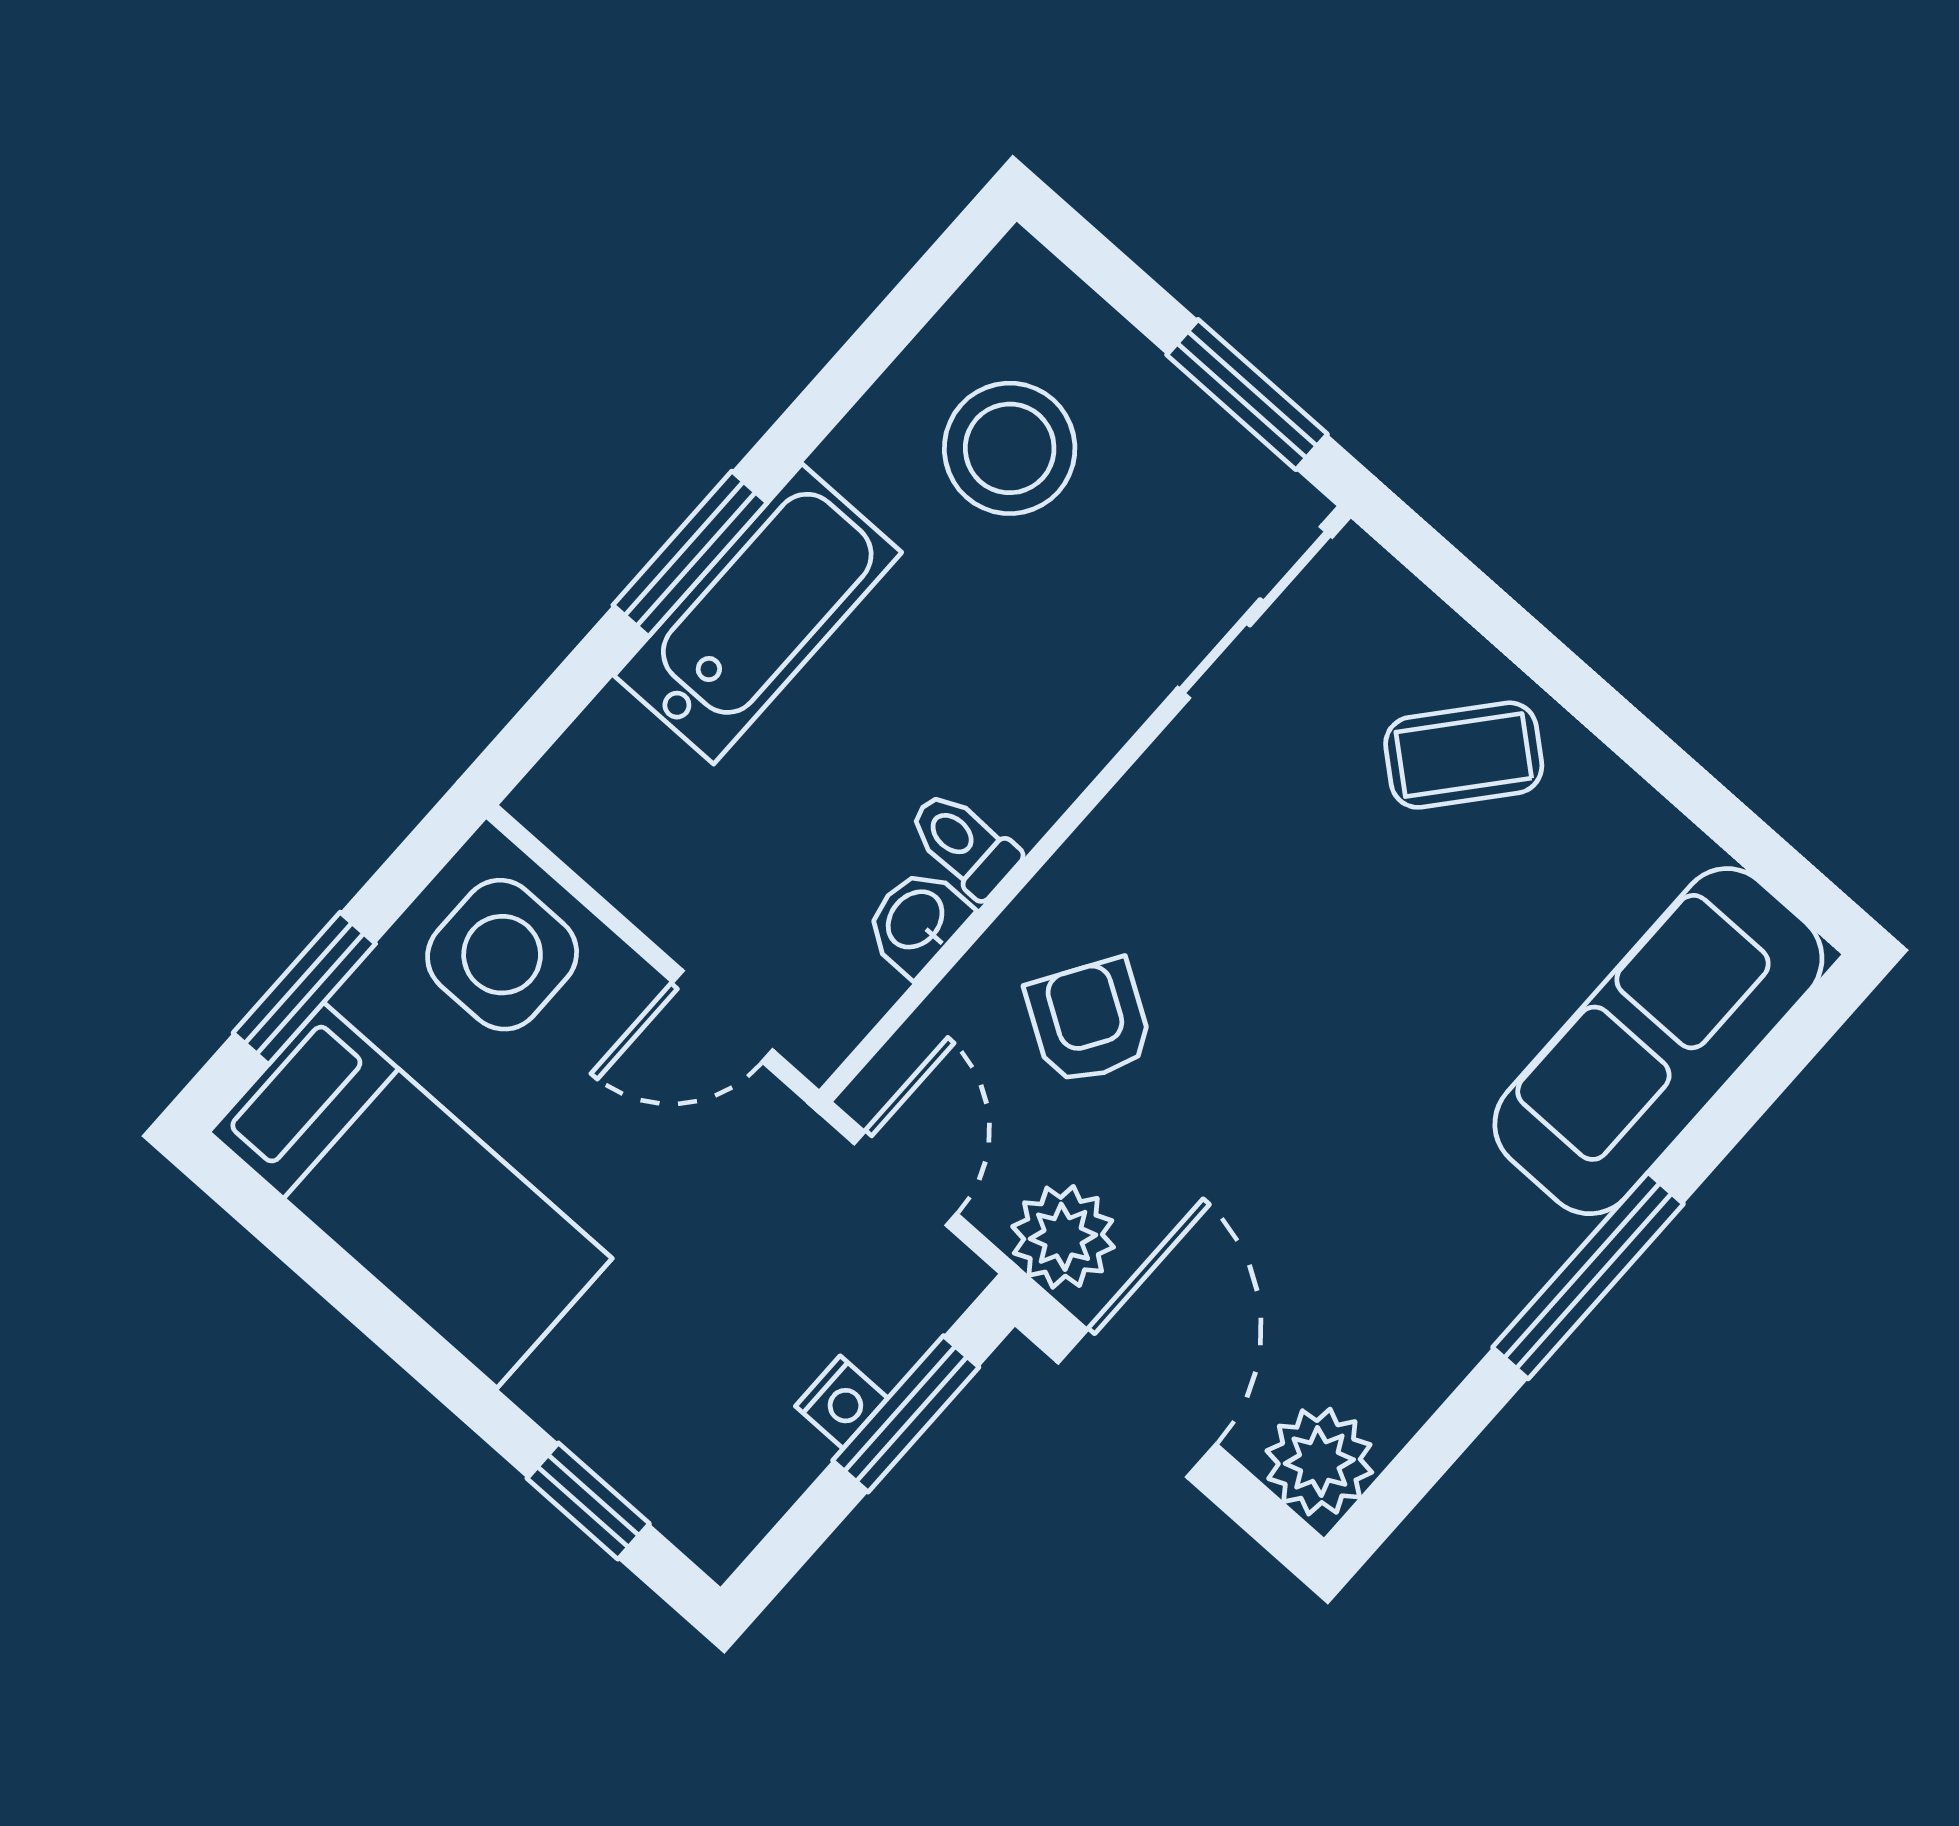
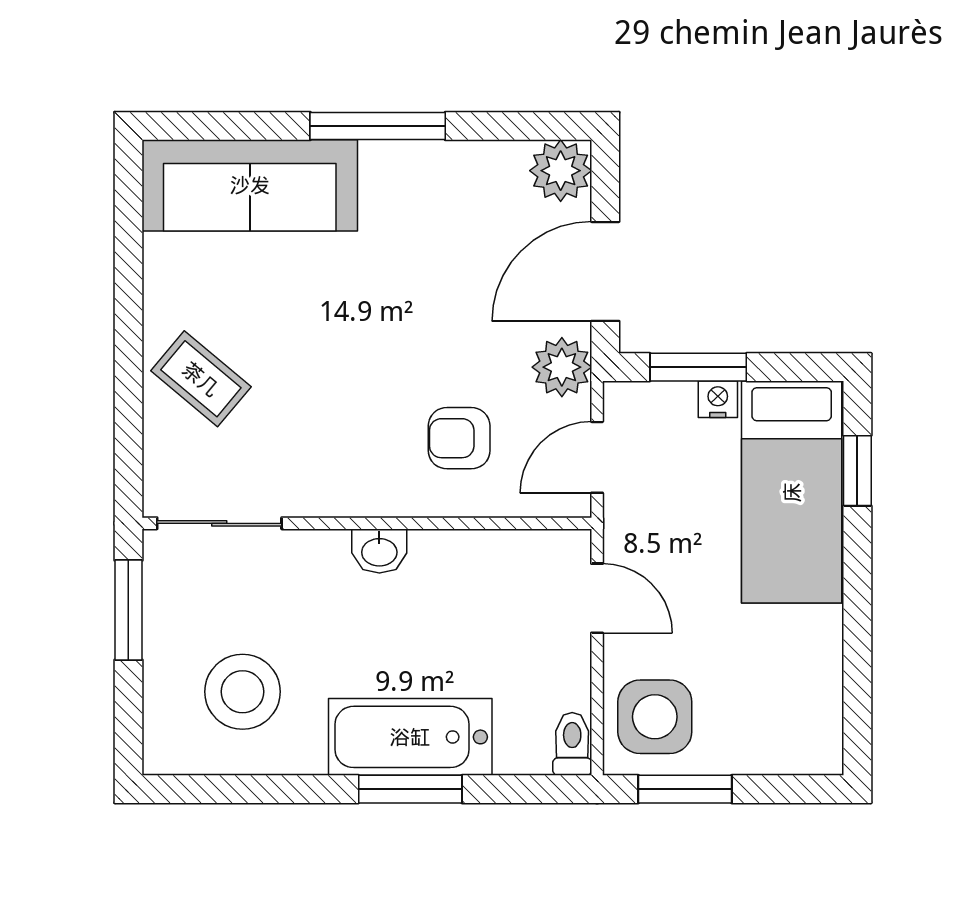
toilet: (964, 844) -> (572, 744), moved, turned 180
washbasin: (917, 921) -> (379, 551), moved
window: (304, 988) -> (685, 789), moved
armchair: (1089, 1022) -> (459, 438), turned 58
bed: (410, 1195) -> (792, 492), moved, turned 180

